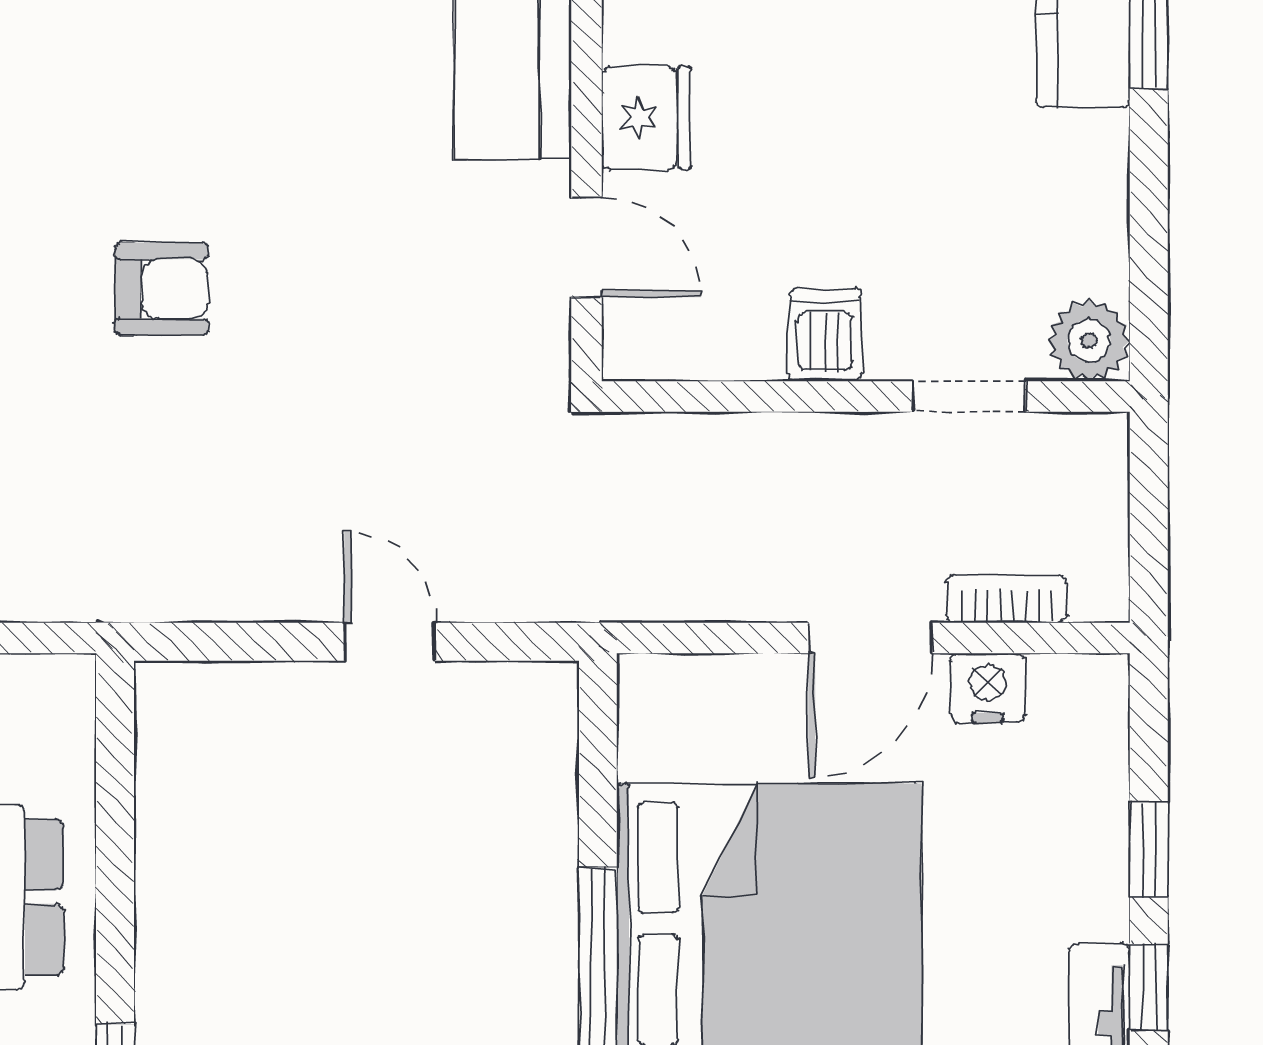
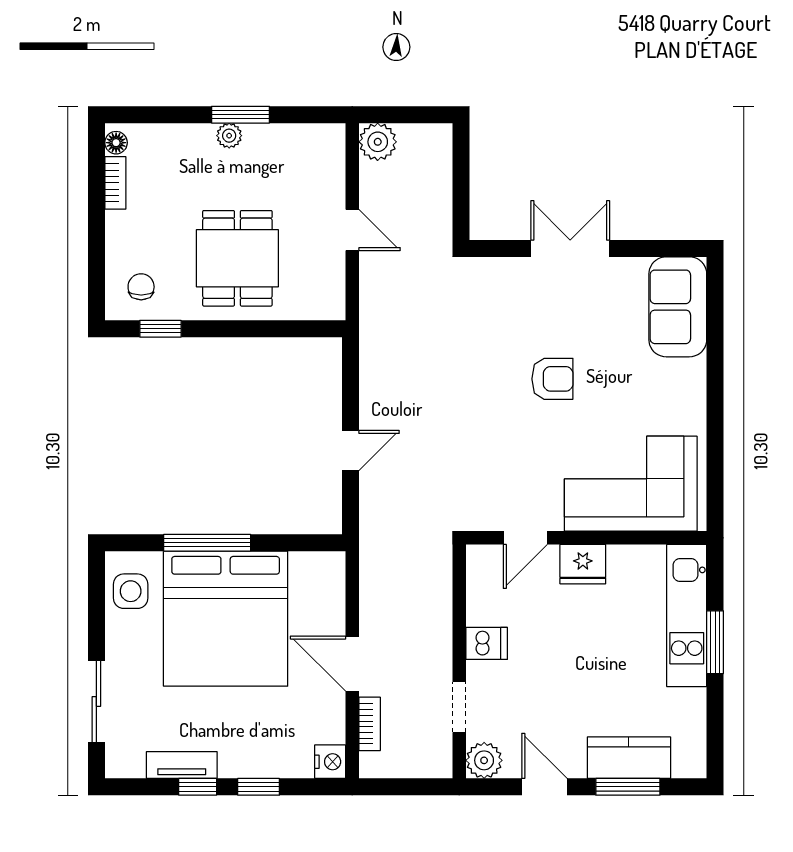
door: (1149, 204) -> (544, 787), added
armchair: (162, 289) -> (552, 379), moved, turned -90
nightstand: (988, 688) -> (330, 762), moved

